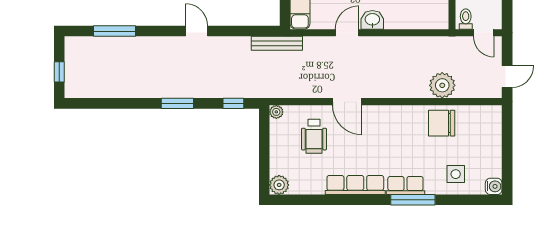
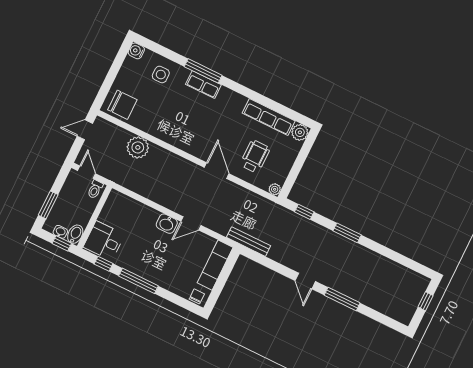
window: (114, 31) -> (342, 299), moved
chair: (442, 123) -> (122, 105), moved
row of seats: (355, 185) -> (269, 117), moved

